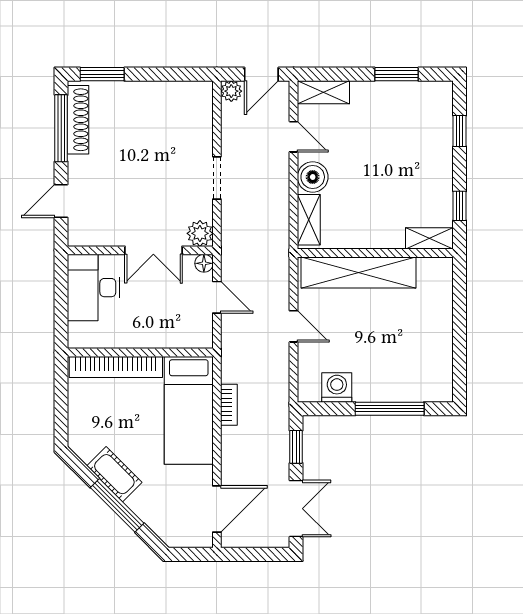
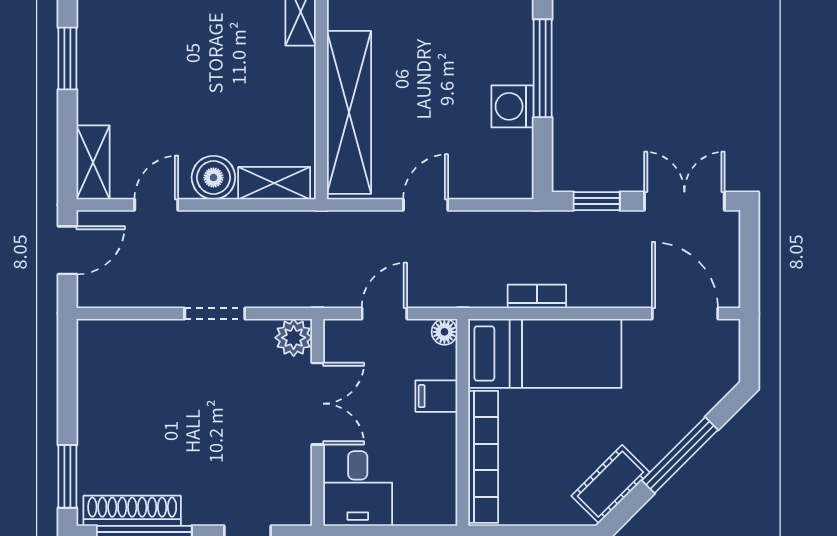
door: (261, 74) -> (67, 250), hinge flipped
plant: (231, 91) -> (91, 293), removed
floor lamp: (204, 263) -> (444, 332), moved
desk: (94, 288) -> (358, 488), width x0.73
filing cabinet: (159, 334) -> (436, 396), added
washing machine: (337, 388) -> (512, 106), moved
cot: (114, 474) -> (610, 484), moved

